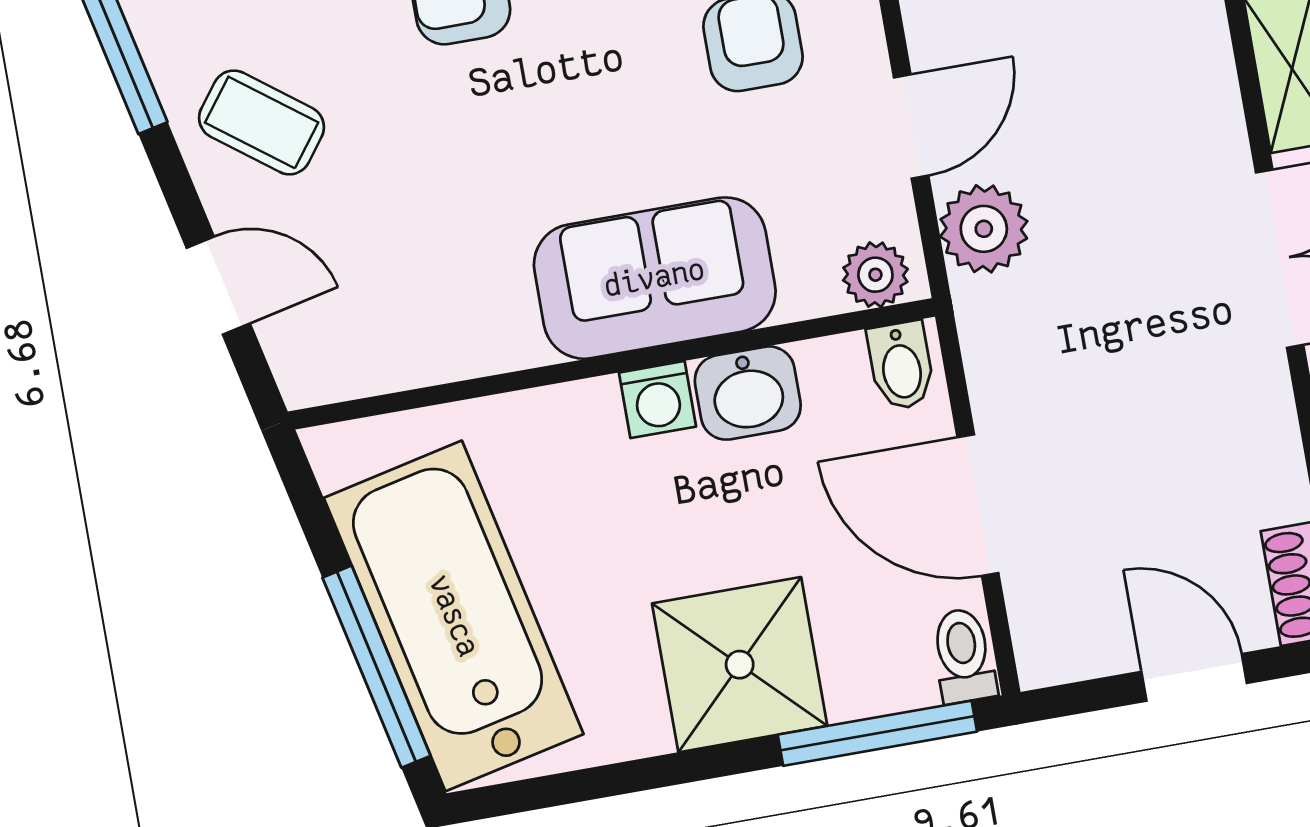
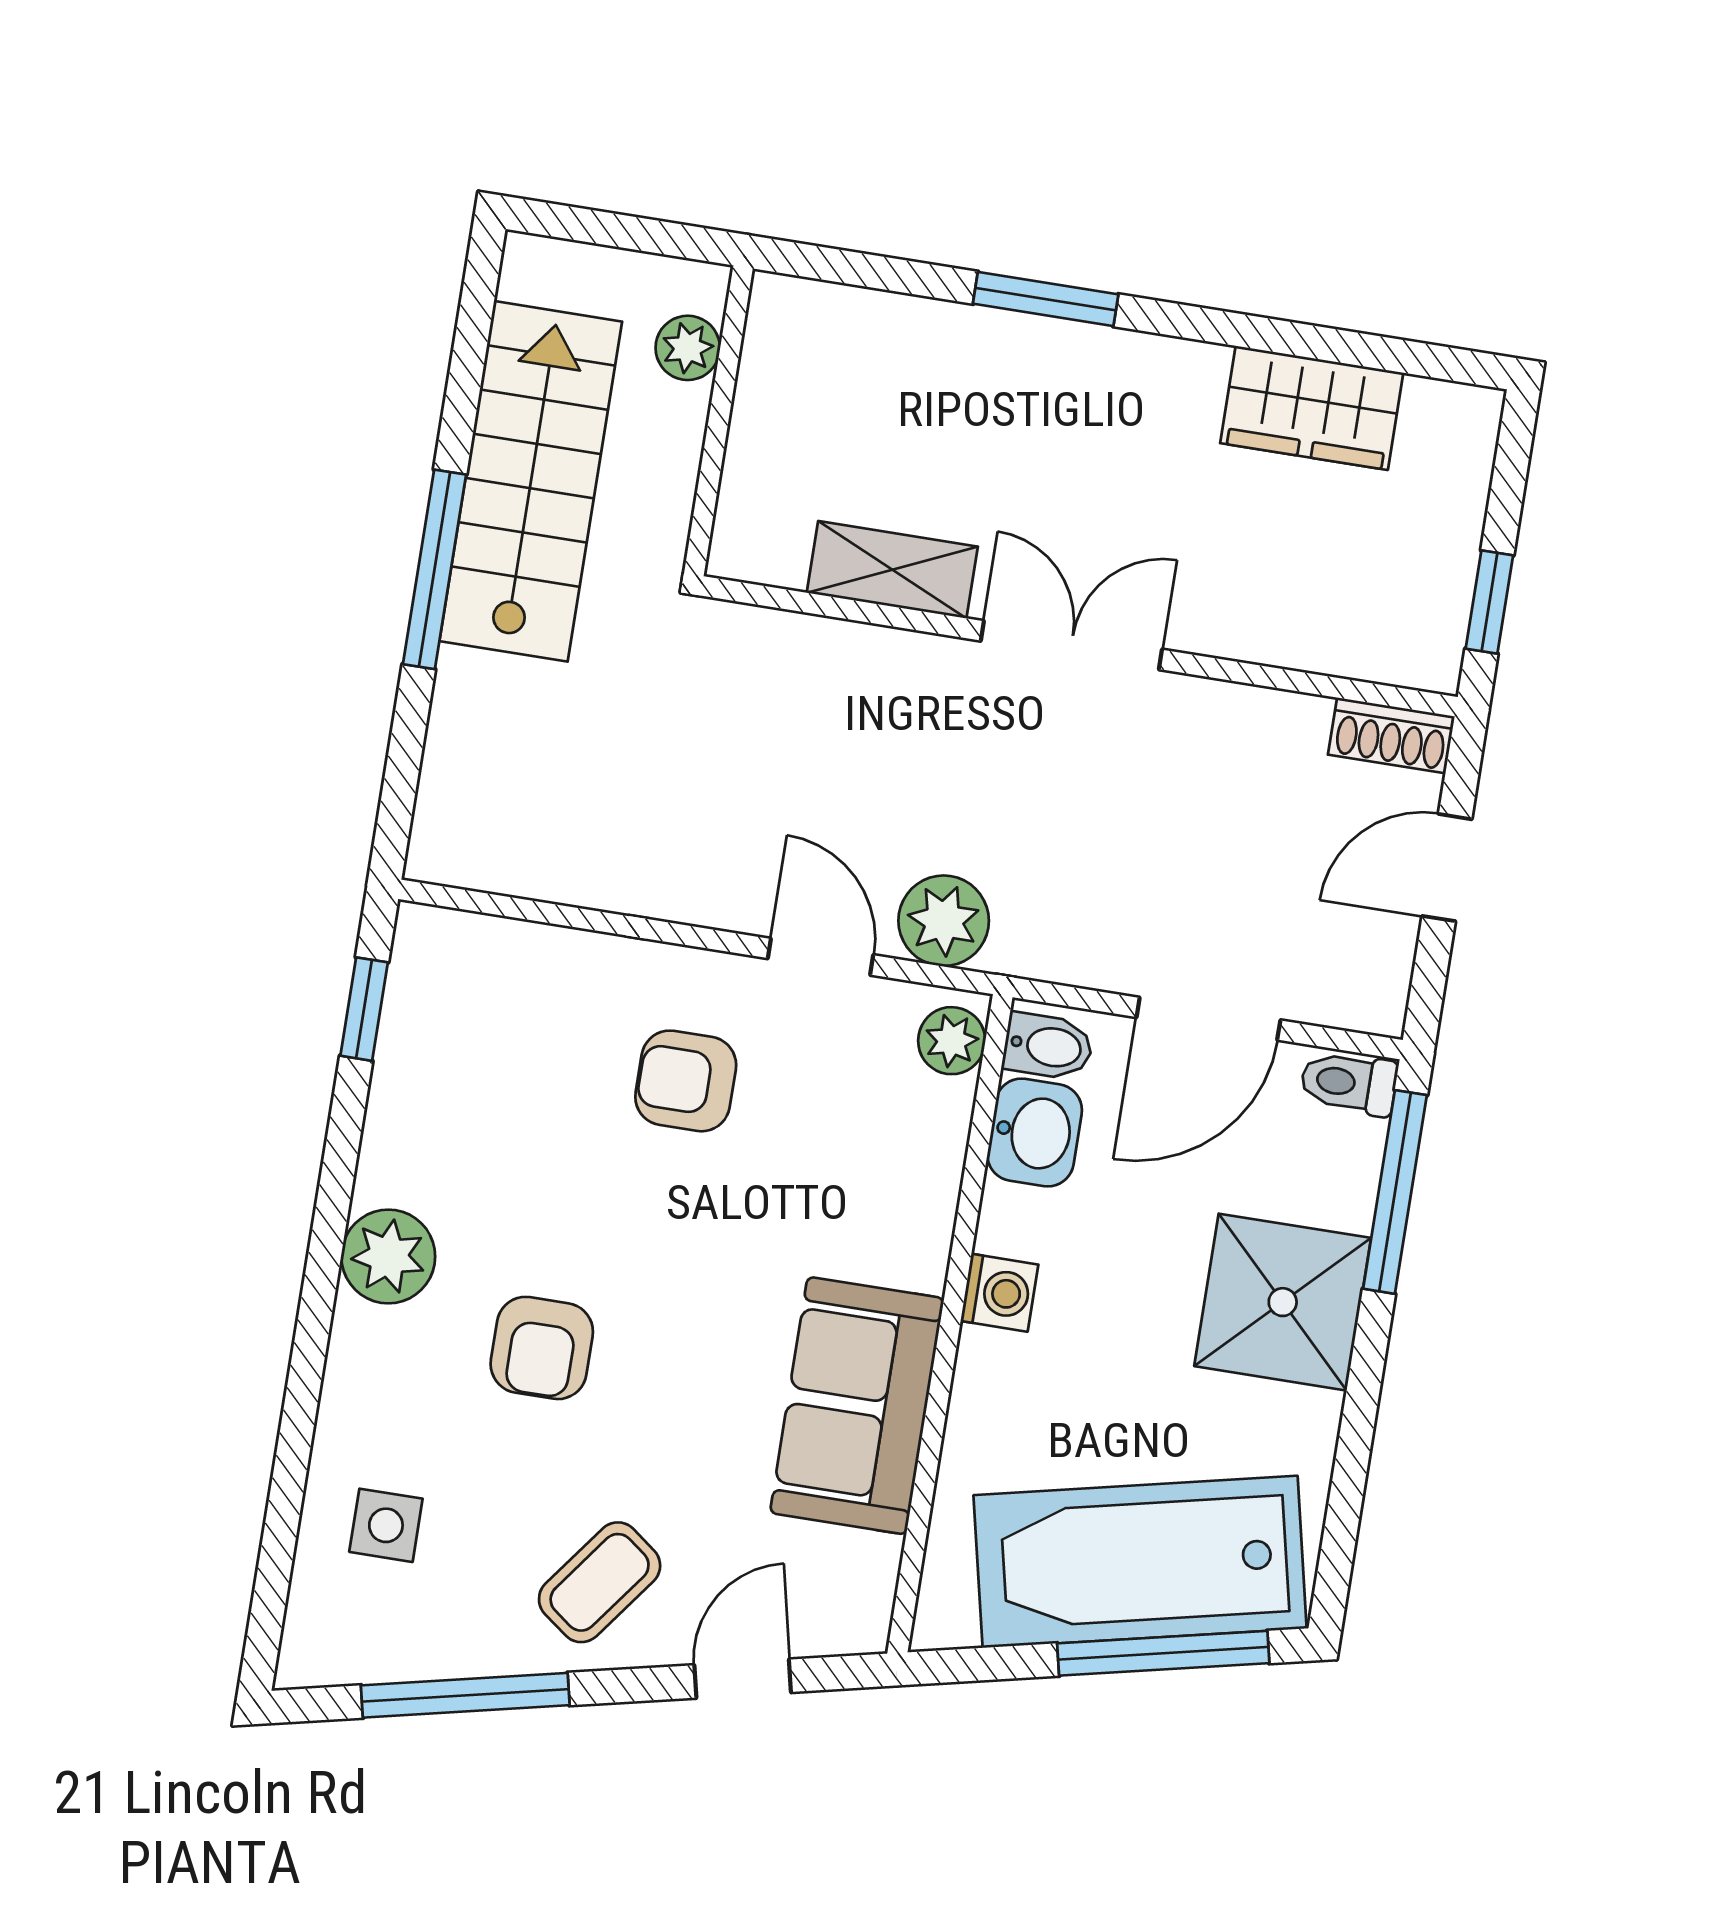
sofa: (655, 278) -> (857, 1406), moved
washbasin: (748, 393) -> (1035, 1132), moved

